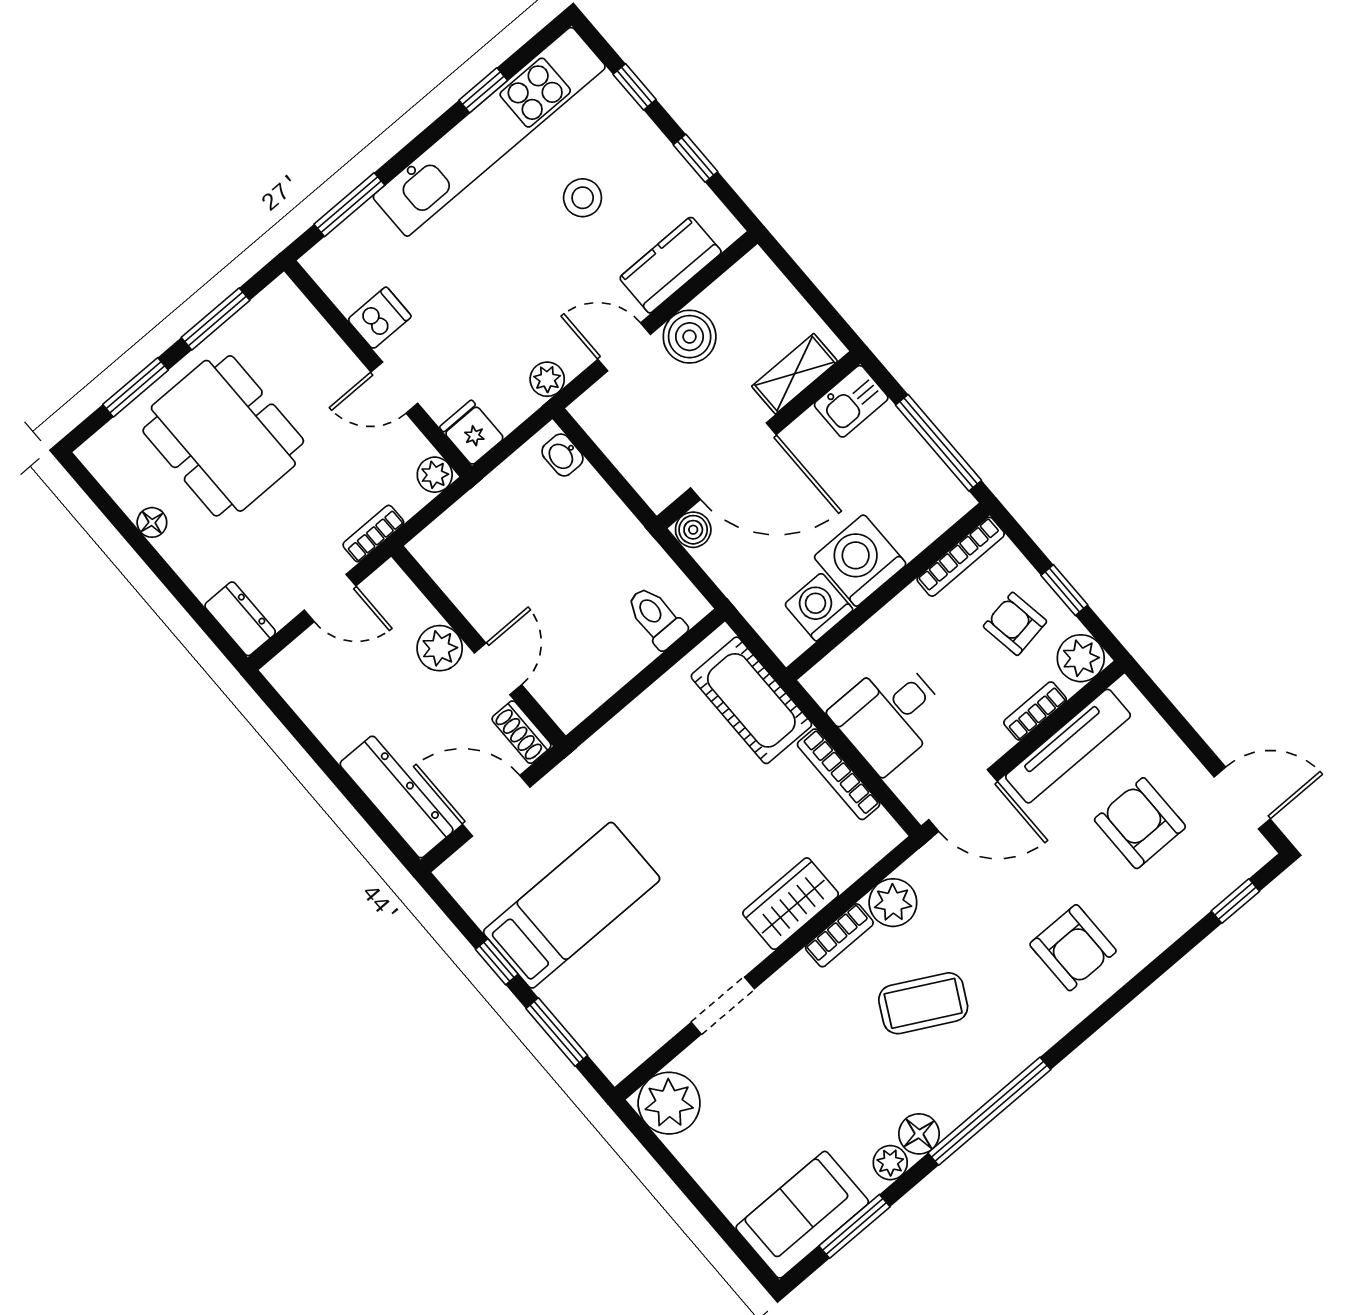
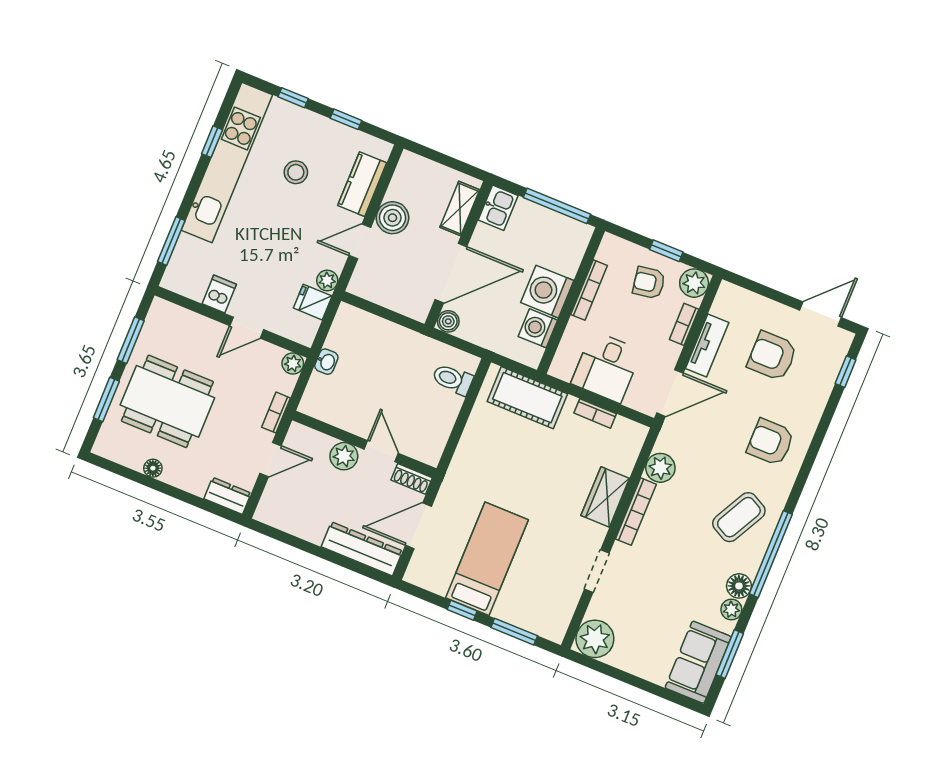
fridge: (472, 433) -> (313, 302), moved
washbasin: (562, 455) -> (326, 362), moved, turned -90
bookcase: (961, 557) -> (589, 290), moved
tv unit: (1068, 746) -> (707, 345), width x0.71
bookcase: (839, 774) -> (595, 413), width x0.64
bookcase: (839, 935) -> (636, 512), width x1.56
armchair: (1073, 948) -> (771, 442), turned 180
coffee table: (923, 1003) -> (739, 517), moved

